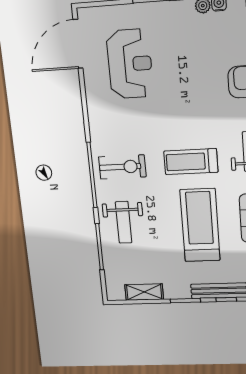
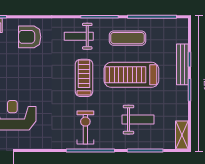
treadmill: (191, 162) -> (84, 78), turned 180
weight bench: (124, 222) -> (138, 120), moved
shelving: (144, 292) -> (182, 135), moved

